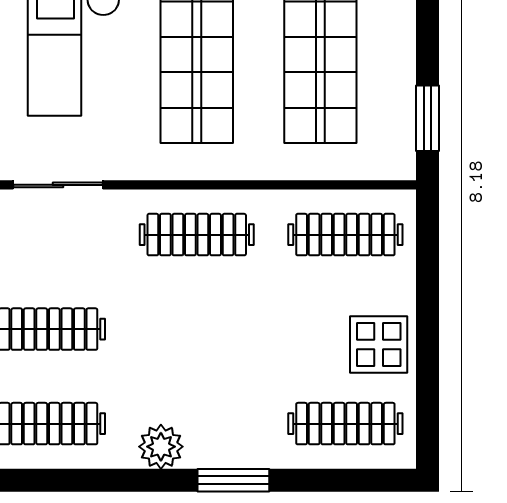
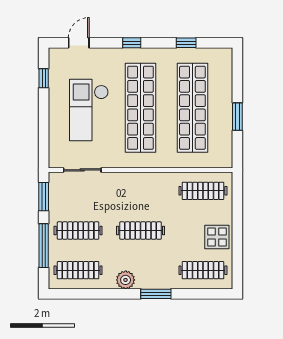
window: (427, 118) -> (237, 117), moved
clothes rail: (197, 235) -> (141, 231), moved

